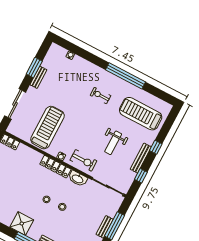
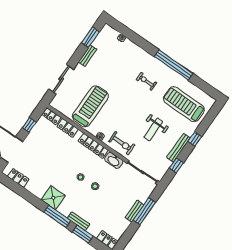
window: (34, 68) -> (90, 37), moved
locker: (28, 152) -> (68, 128), added

